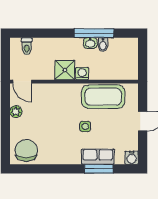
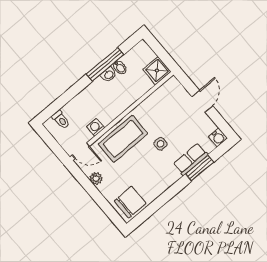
shower: (65, 70) -> (157, 71), moved
washing machine: (82, 74) -> (96, 127), moved
coffee table: (103, 97) -> (123, 139), moved
chair: (26, 150) -> (130, 202), turned 90

